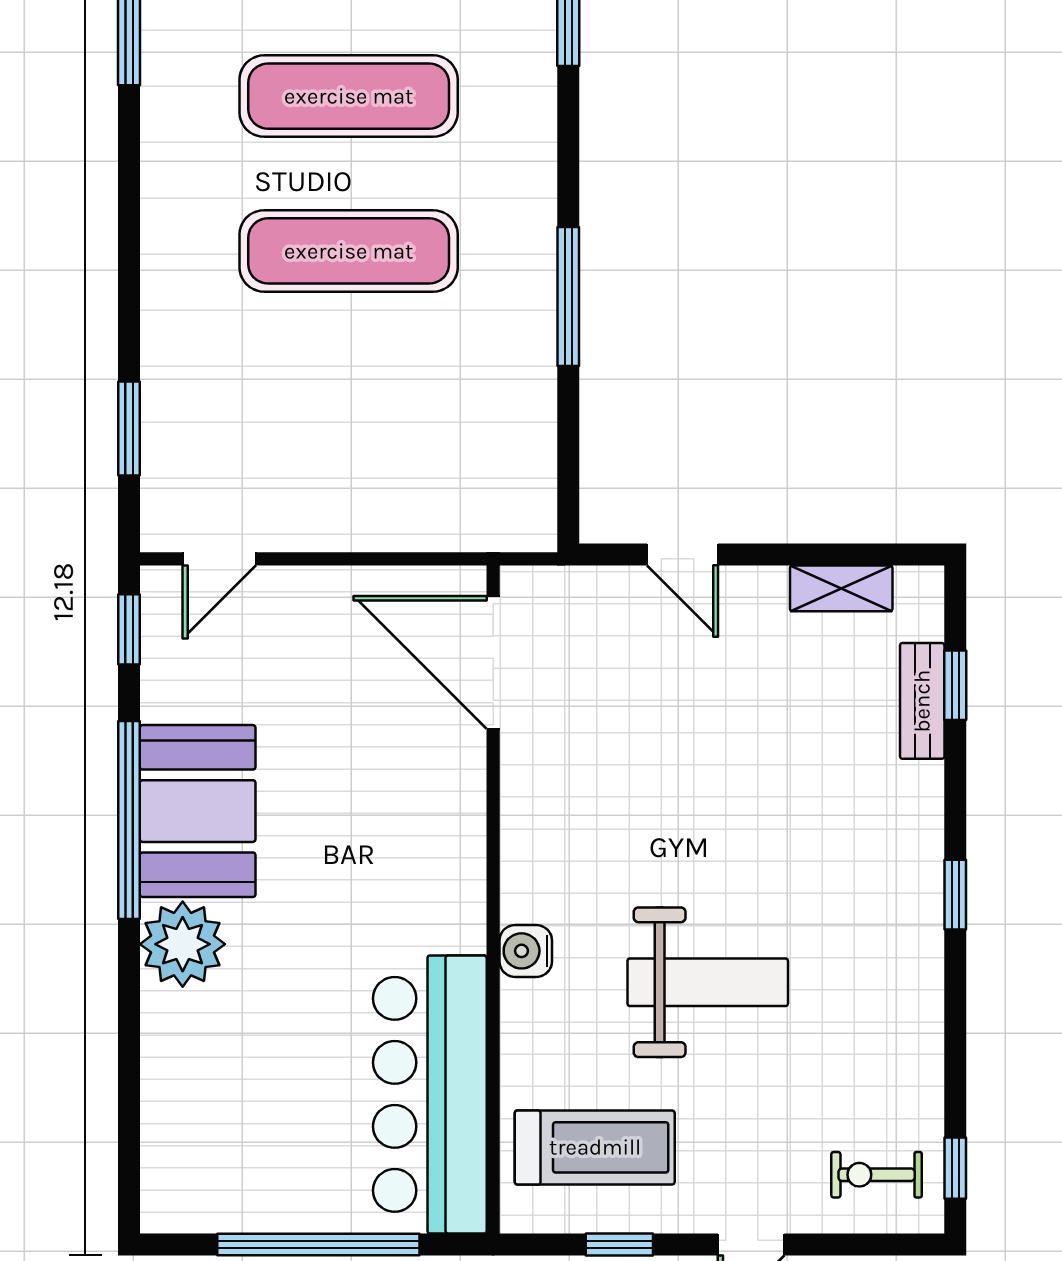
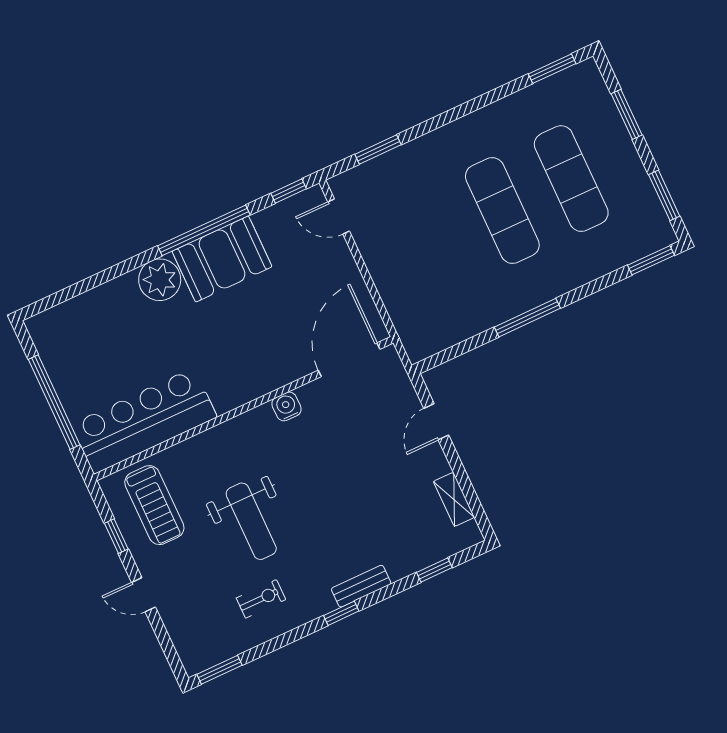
bench: (922, 701) -> (361, 586), moved
water cooler: (526, 951) -> (287, 406), moved
window: (955, 1168) -> (220, 670), width x1.50
exercise bike: (877, 1175) -> (261, 599), moved, turned 90

